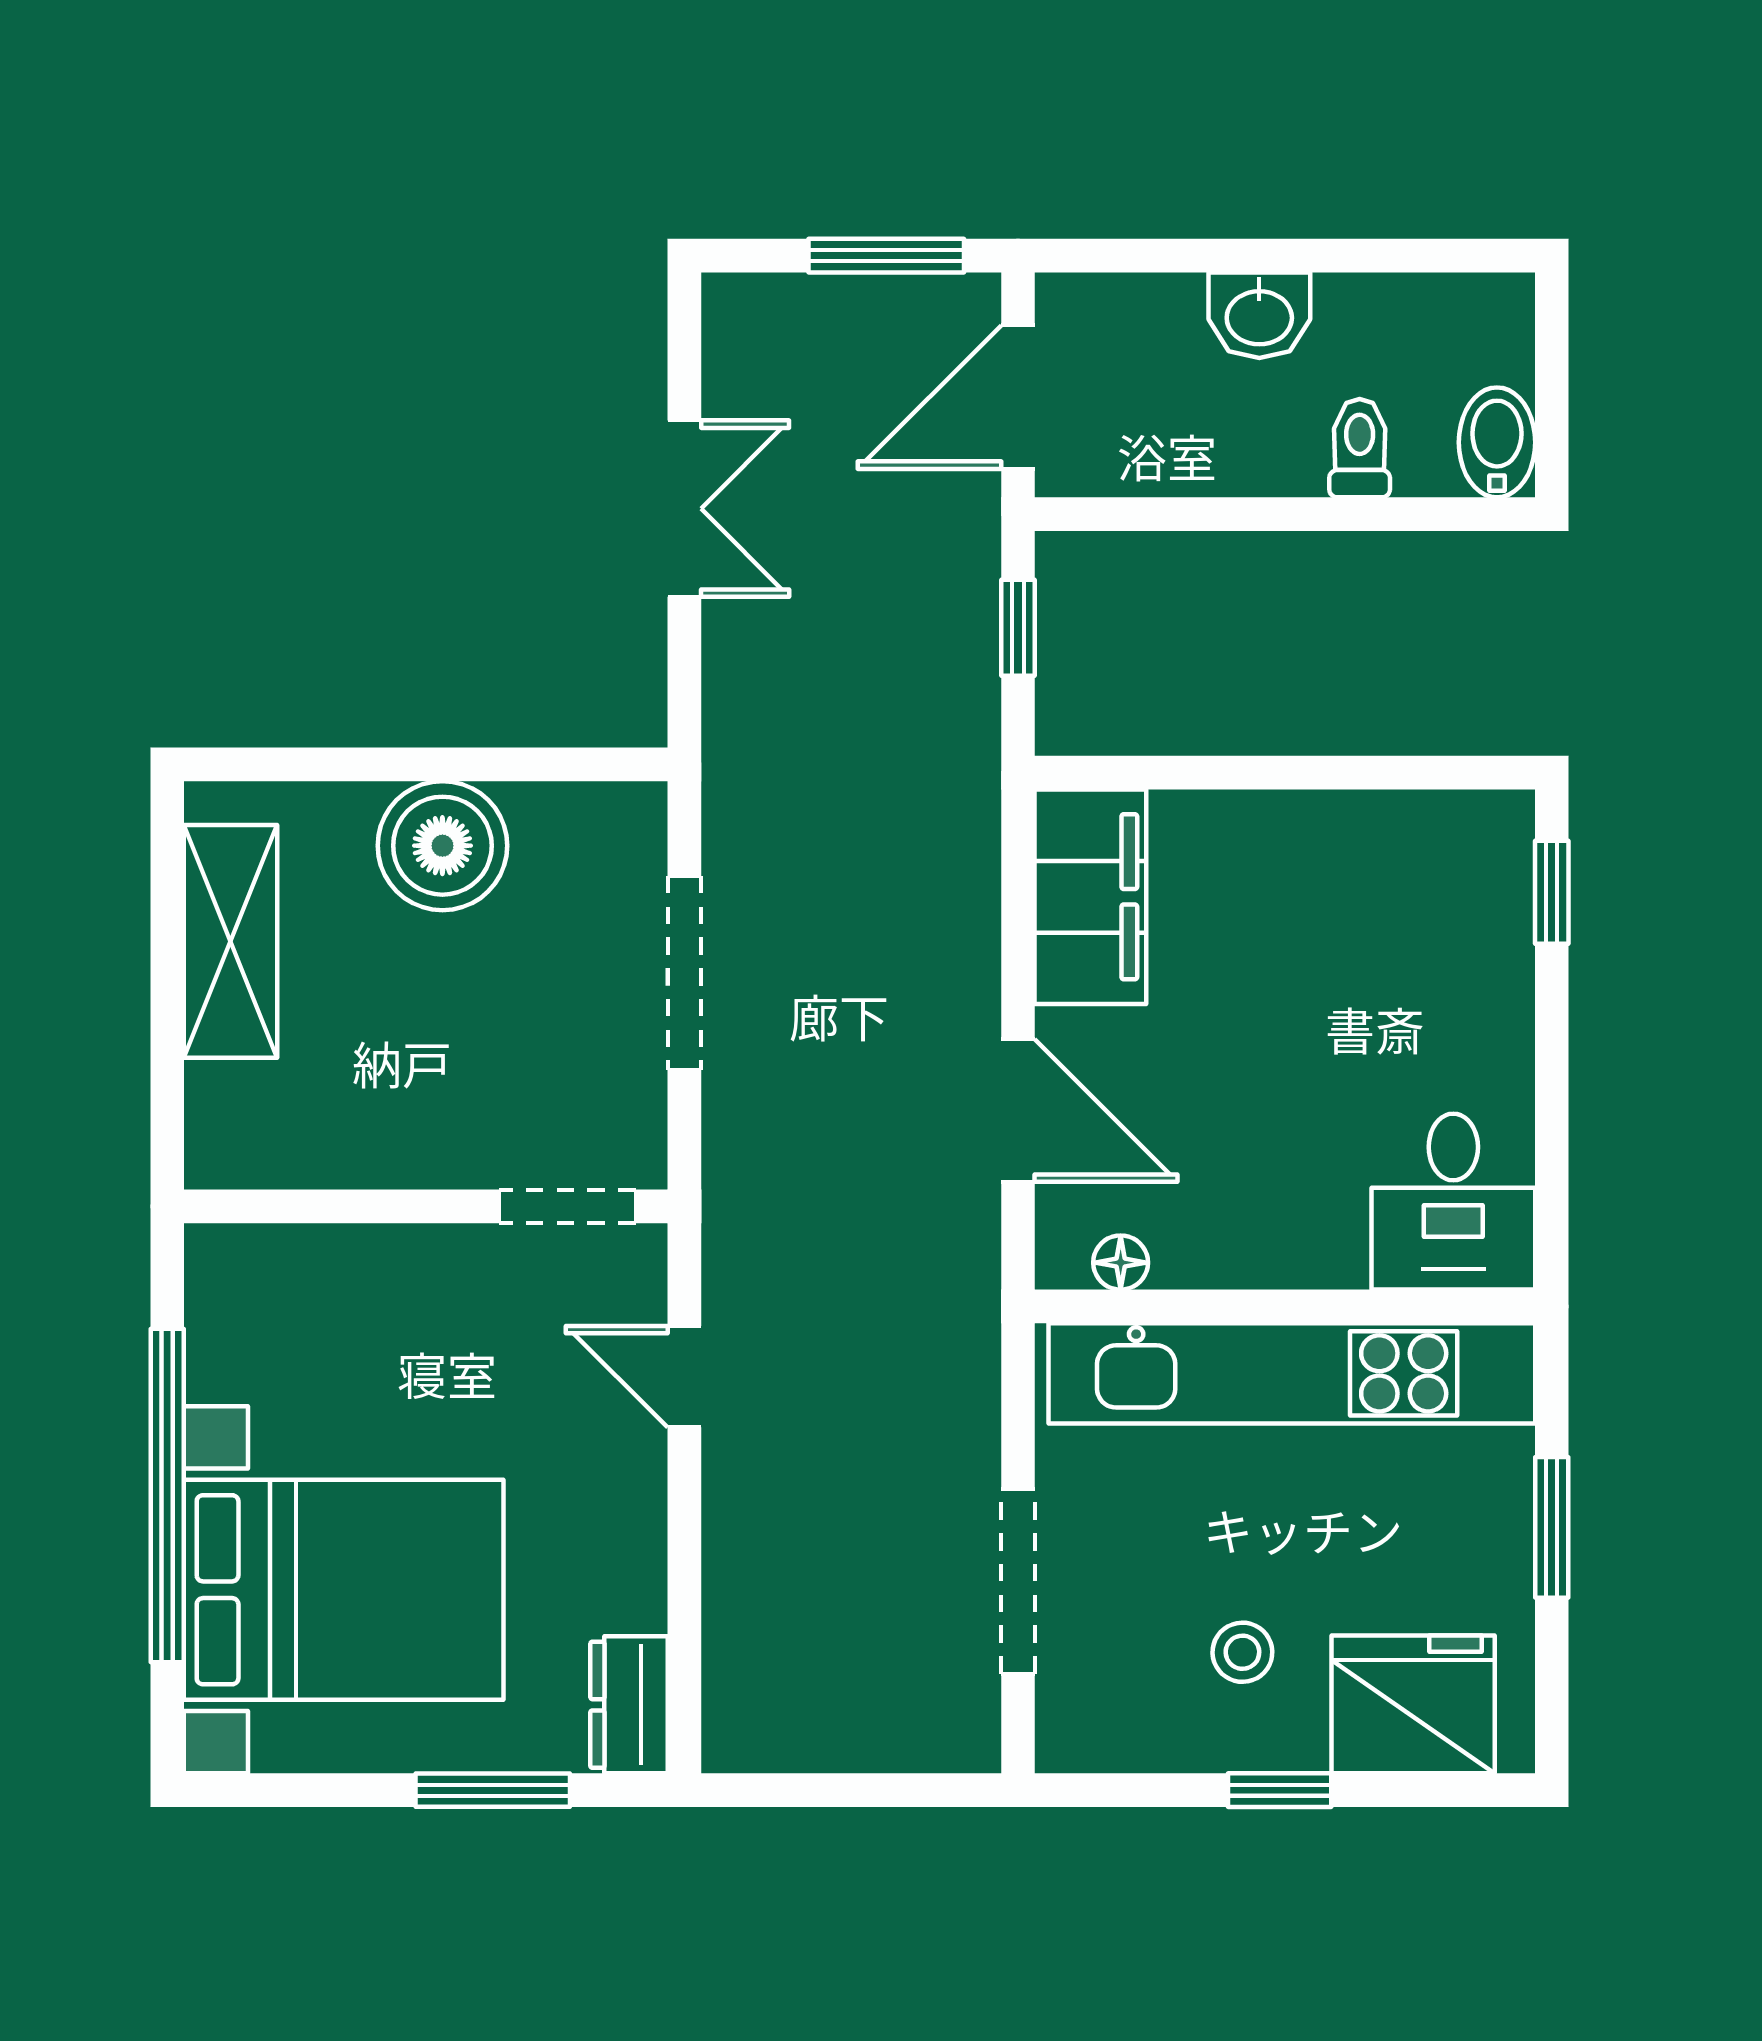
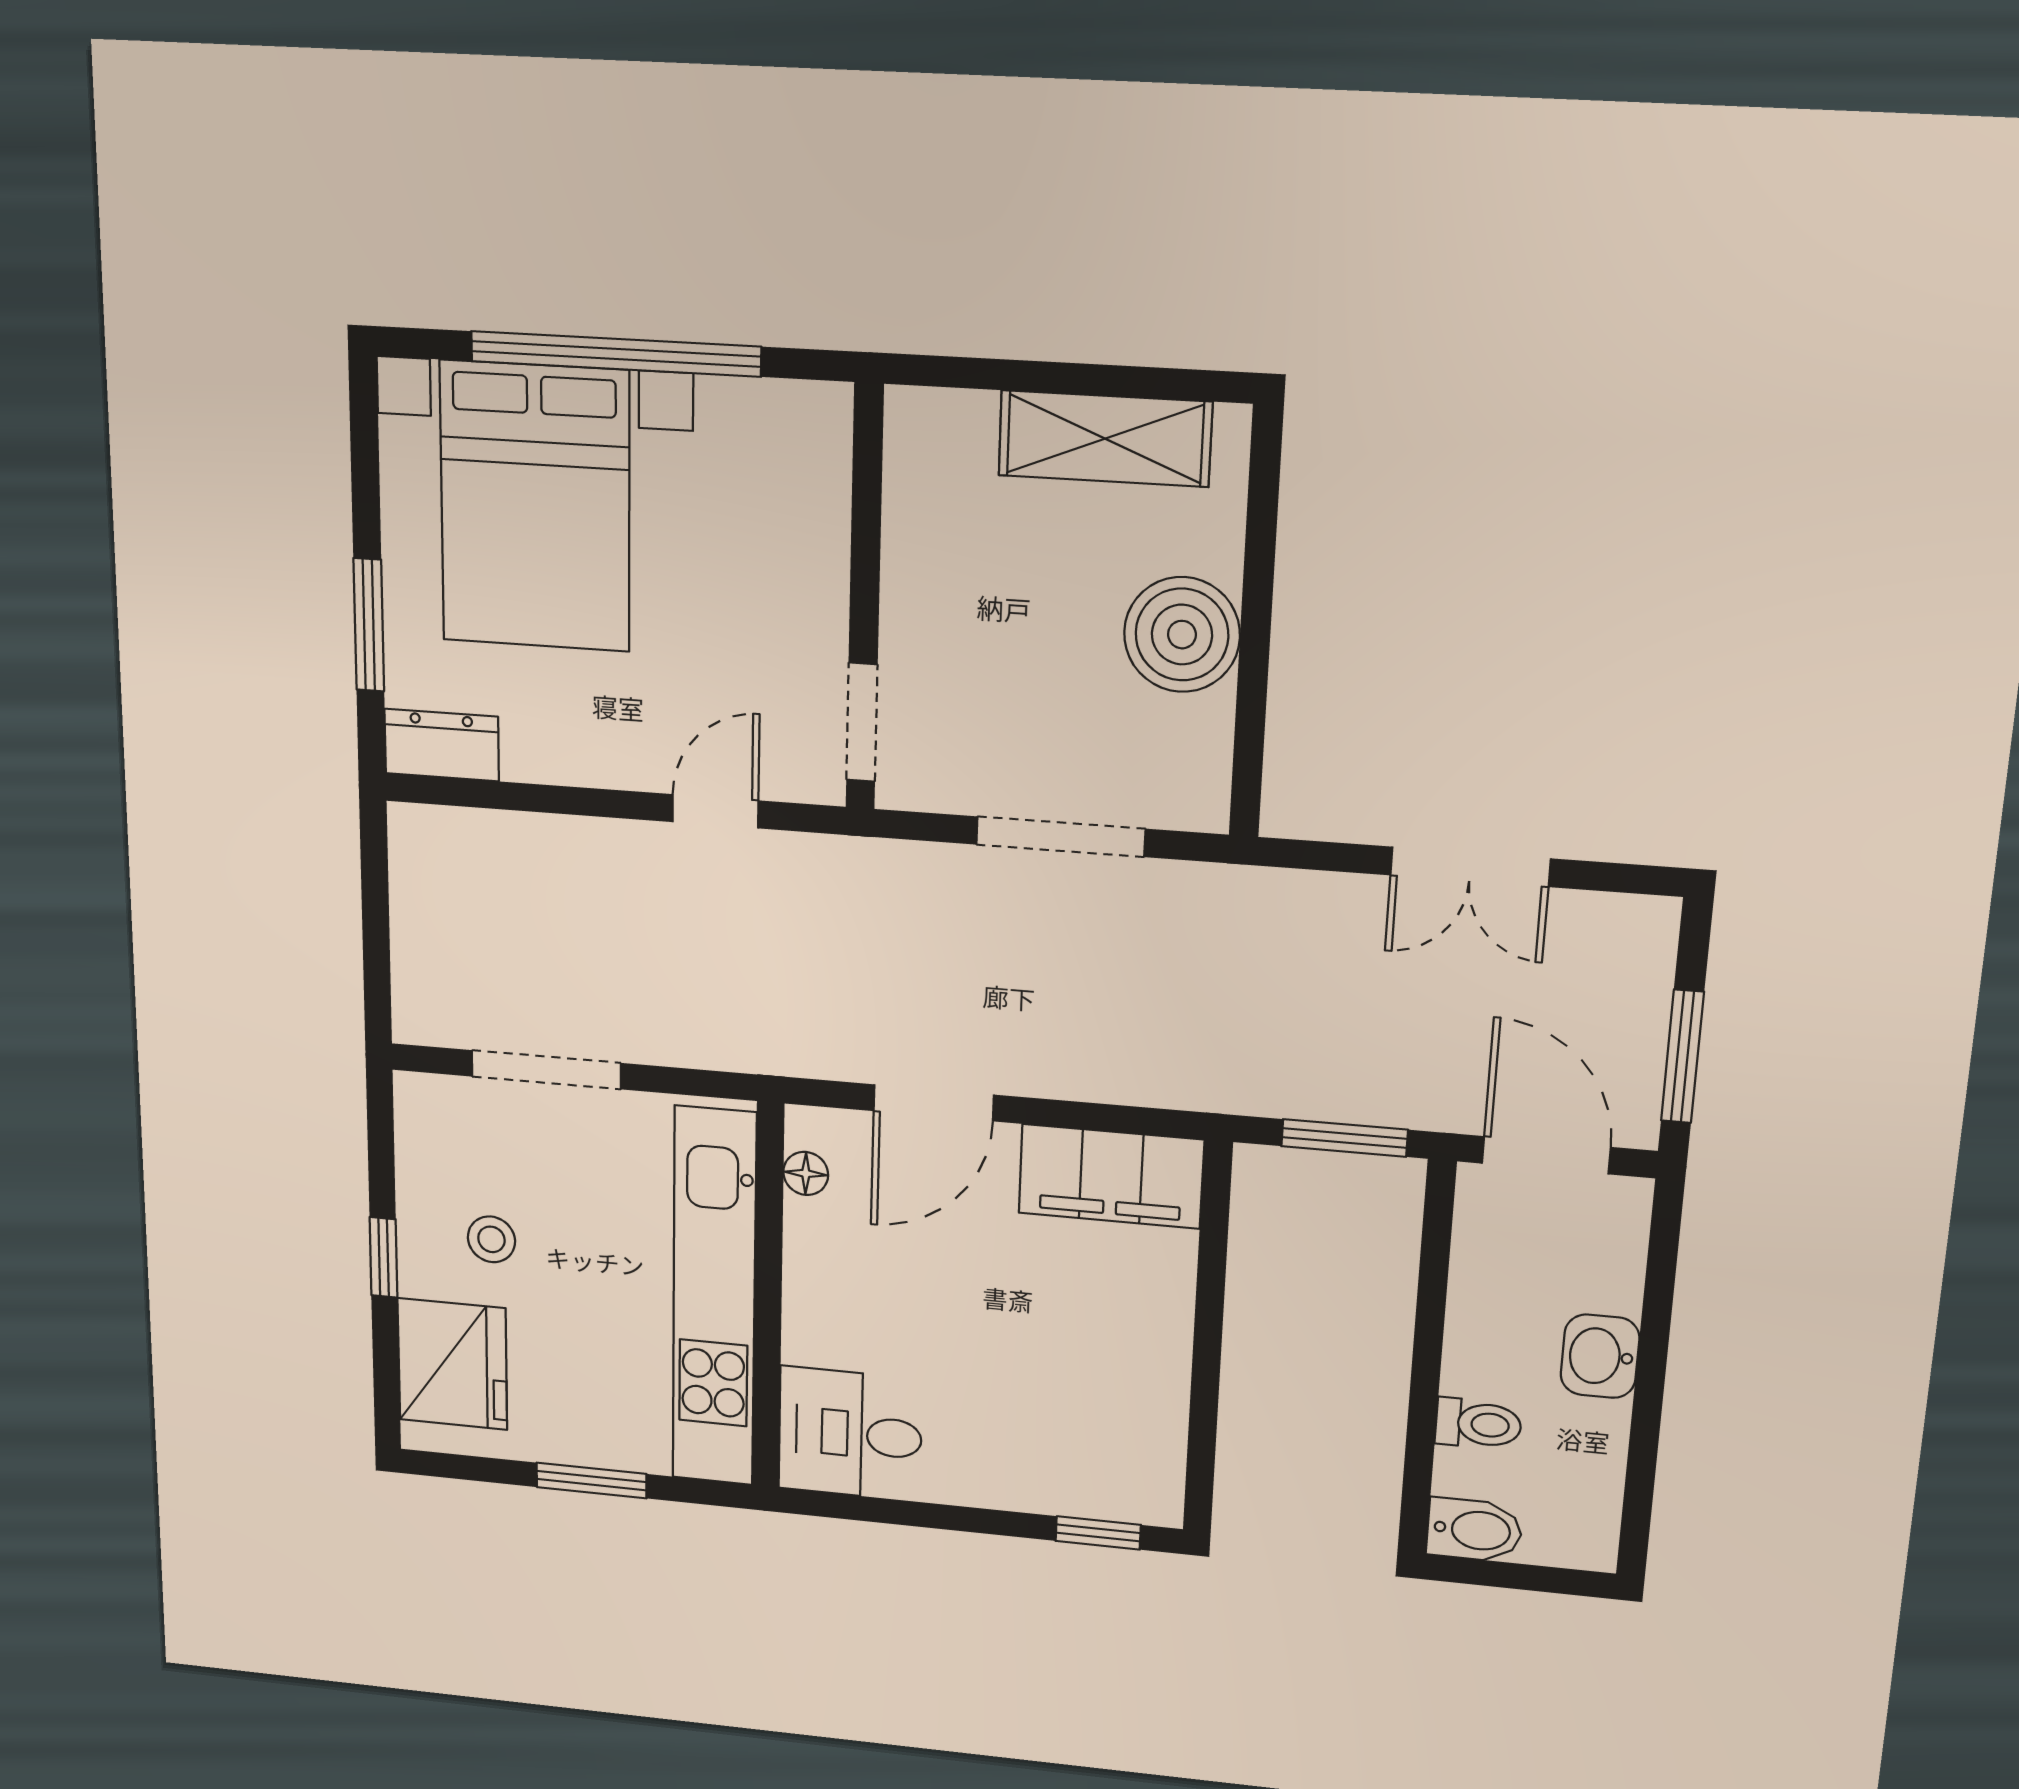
window: (1018, 628) -> (1344, 1138), width x1.50

